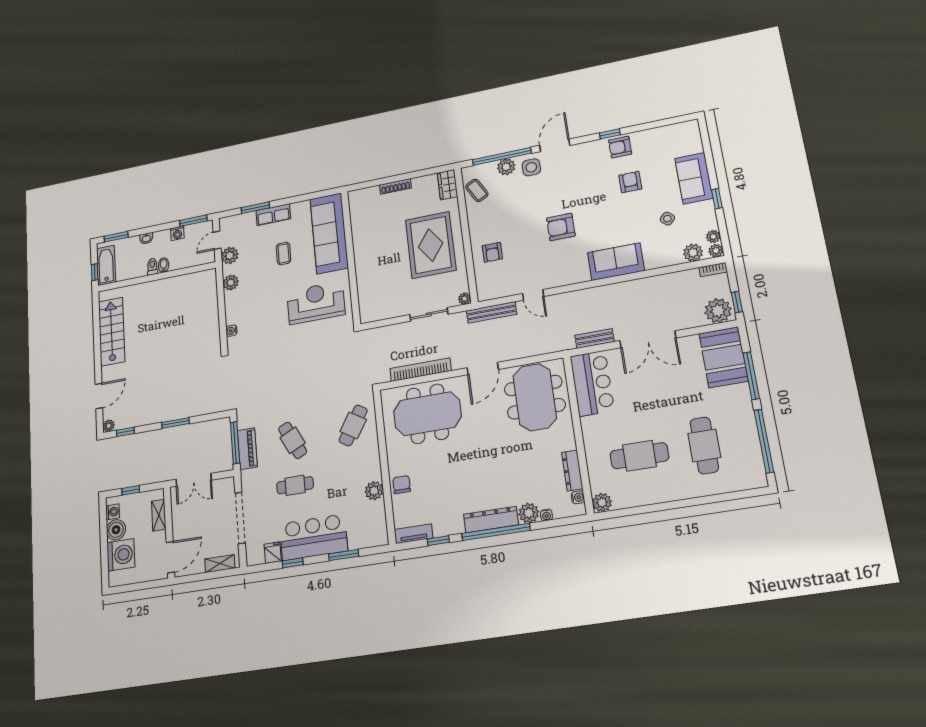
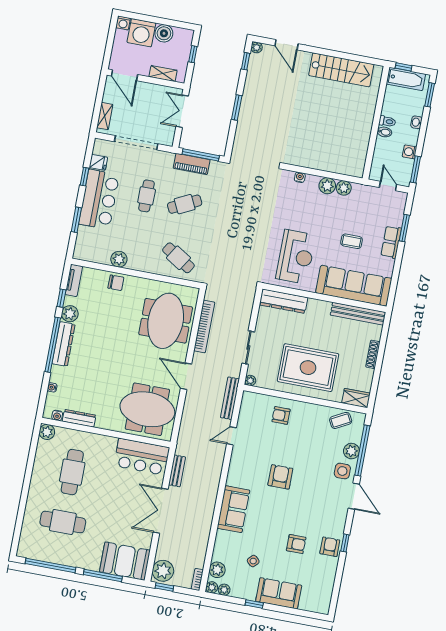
bench: (357, 218) -> (358, 314), added
plant: (230, 255) -> (327, 186), moved
dresser: (367, 297) -> (283, 301), added
washing machine: (113, 512) -> (123, 23), moved
plant: (529, 513) -> (70, 314), moved

